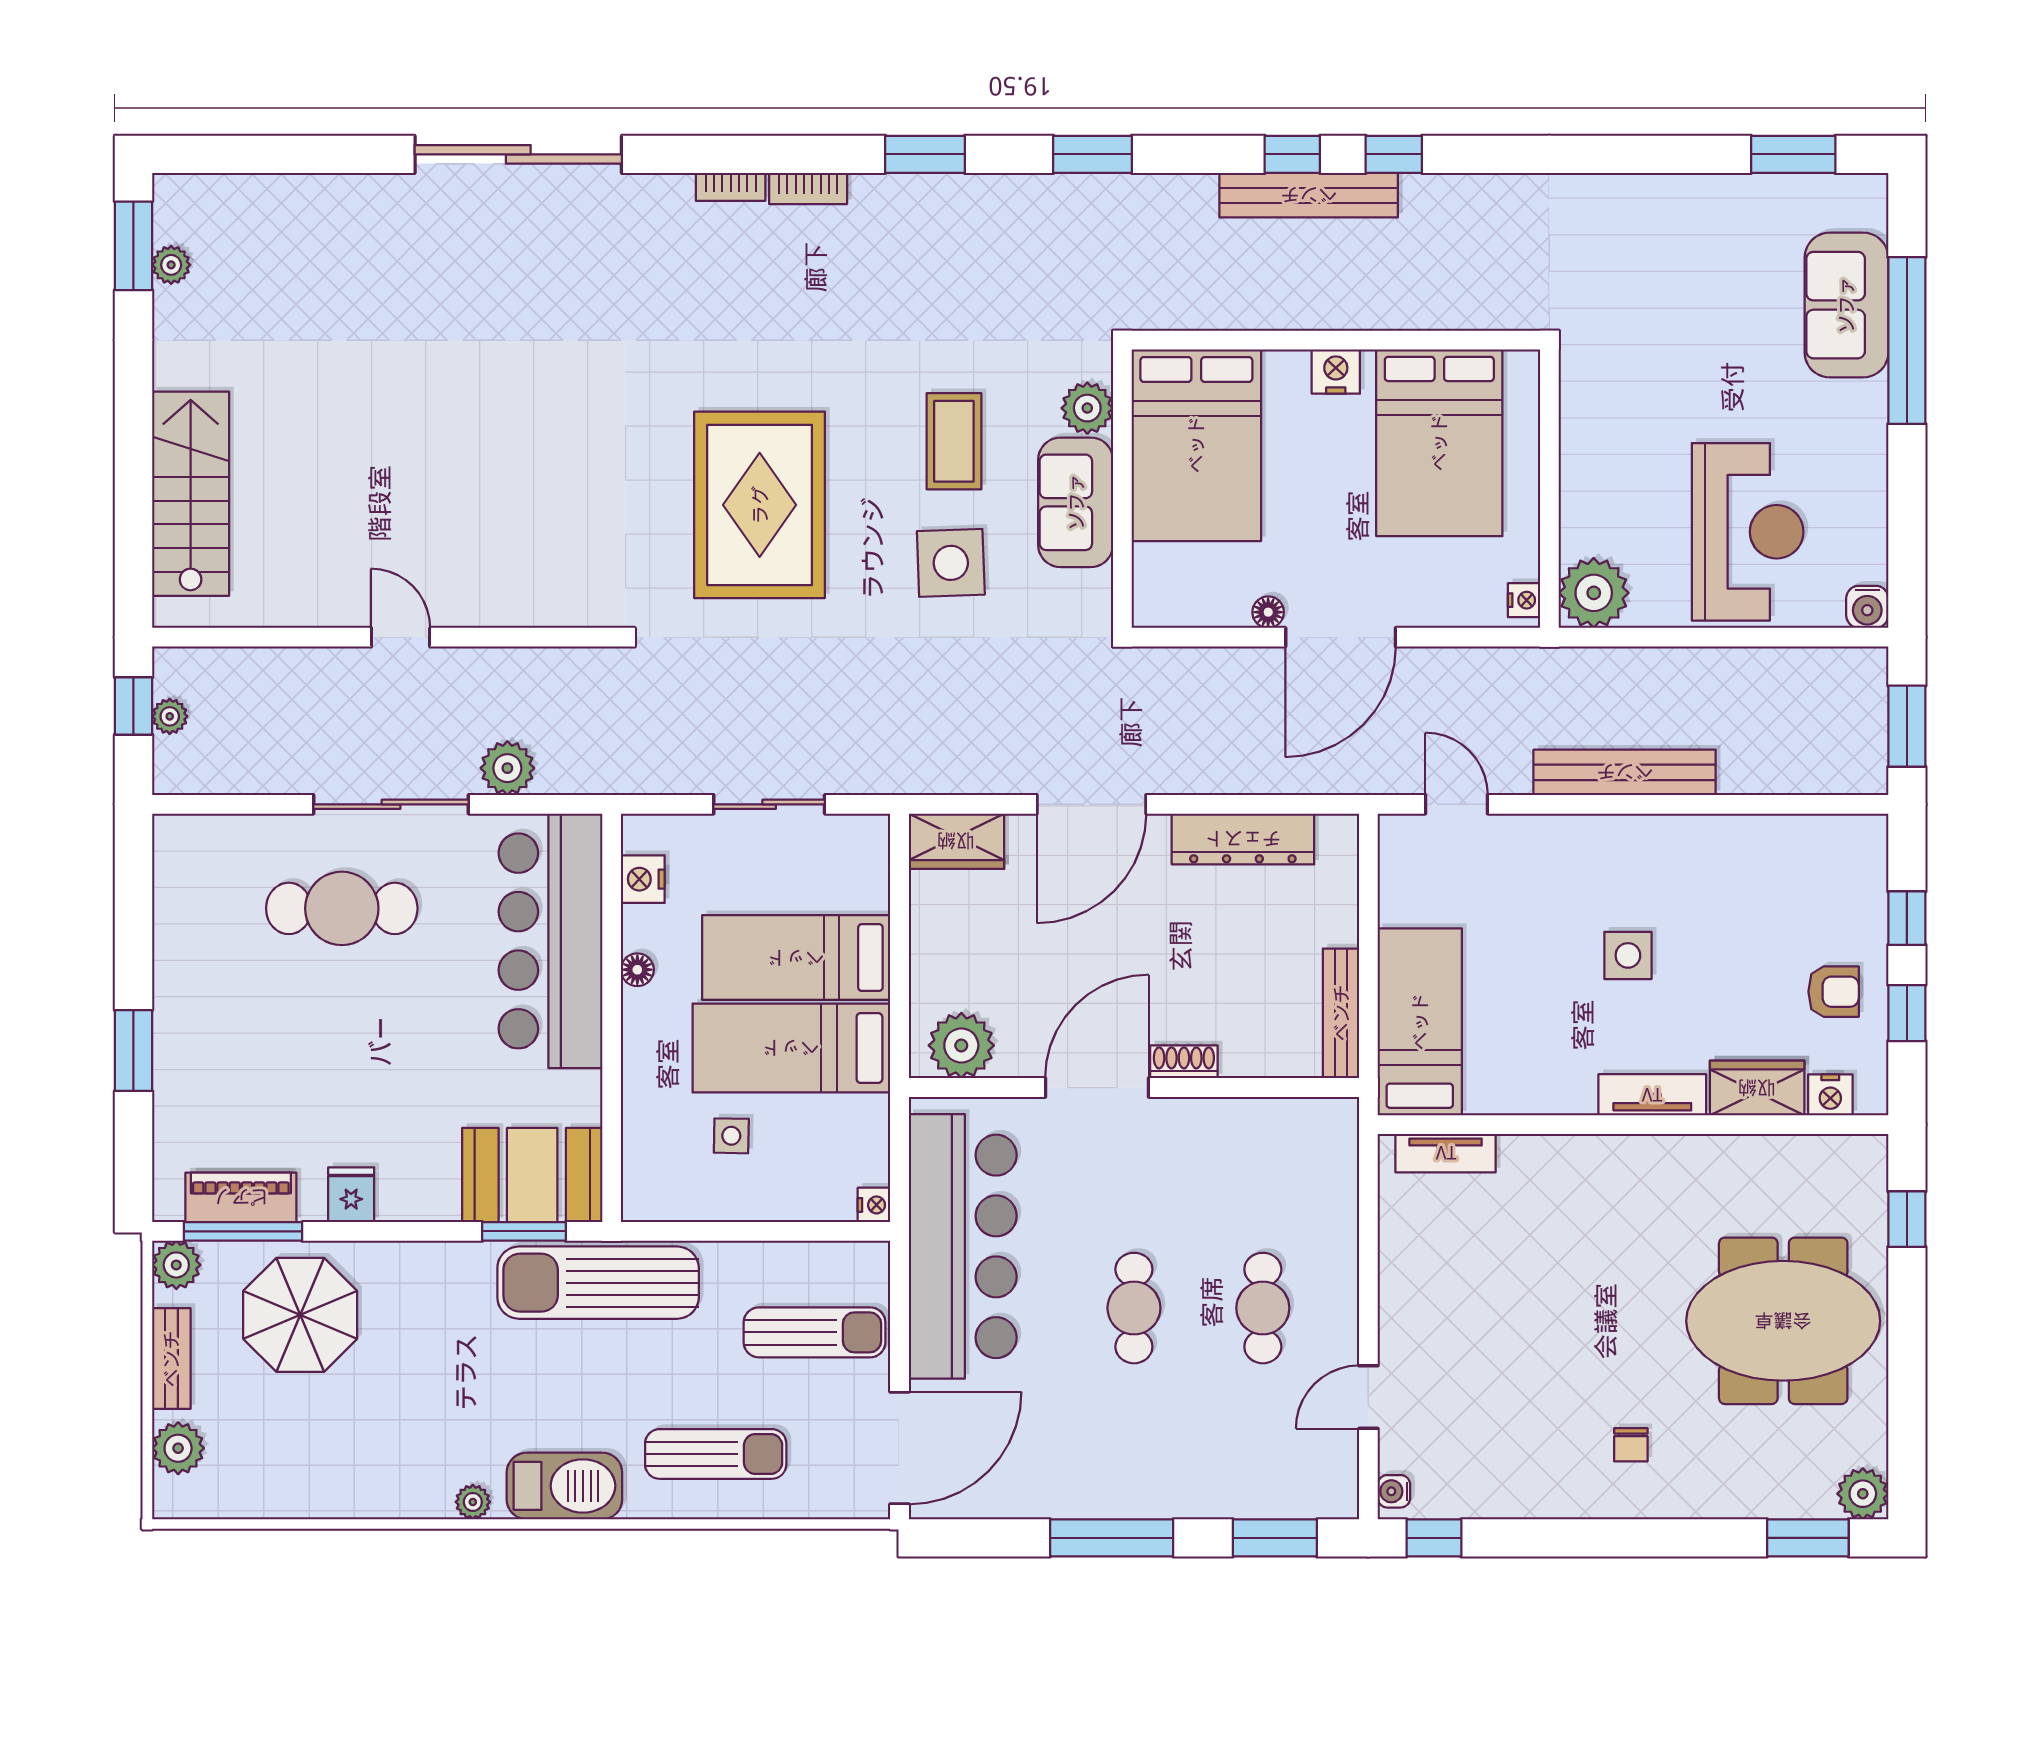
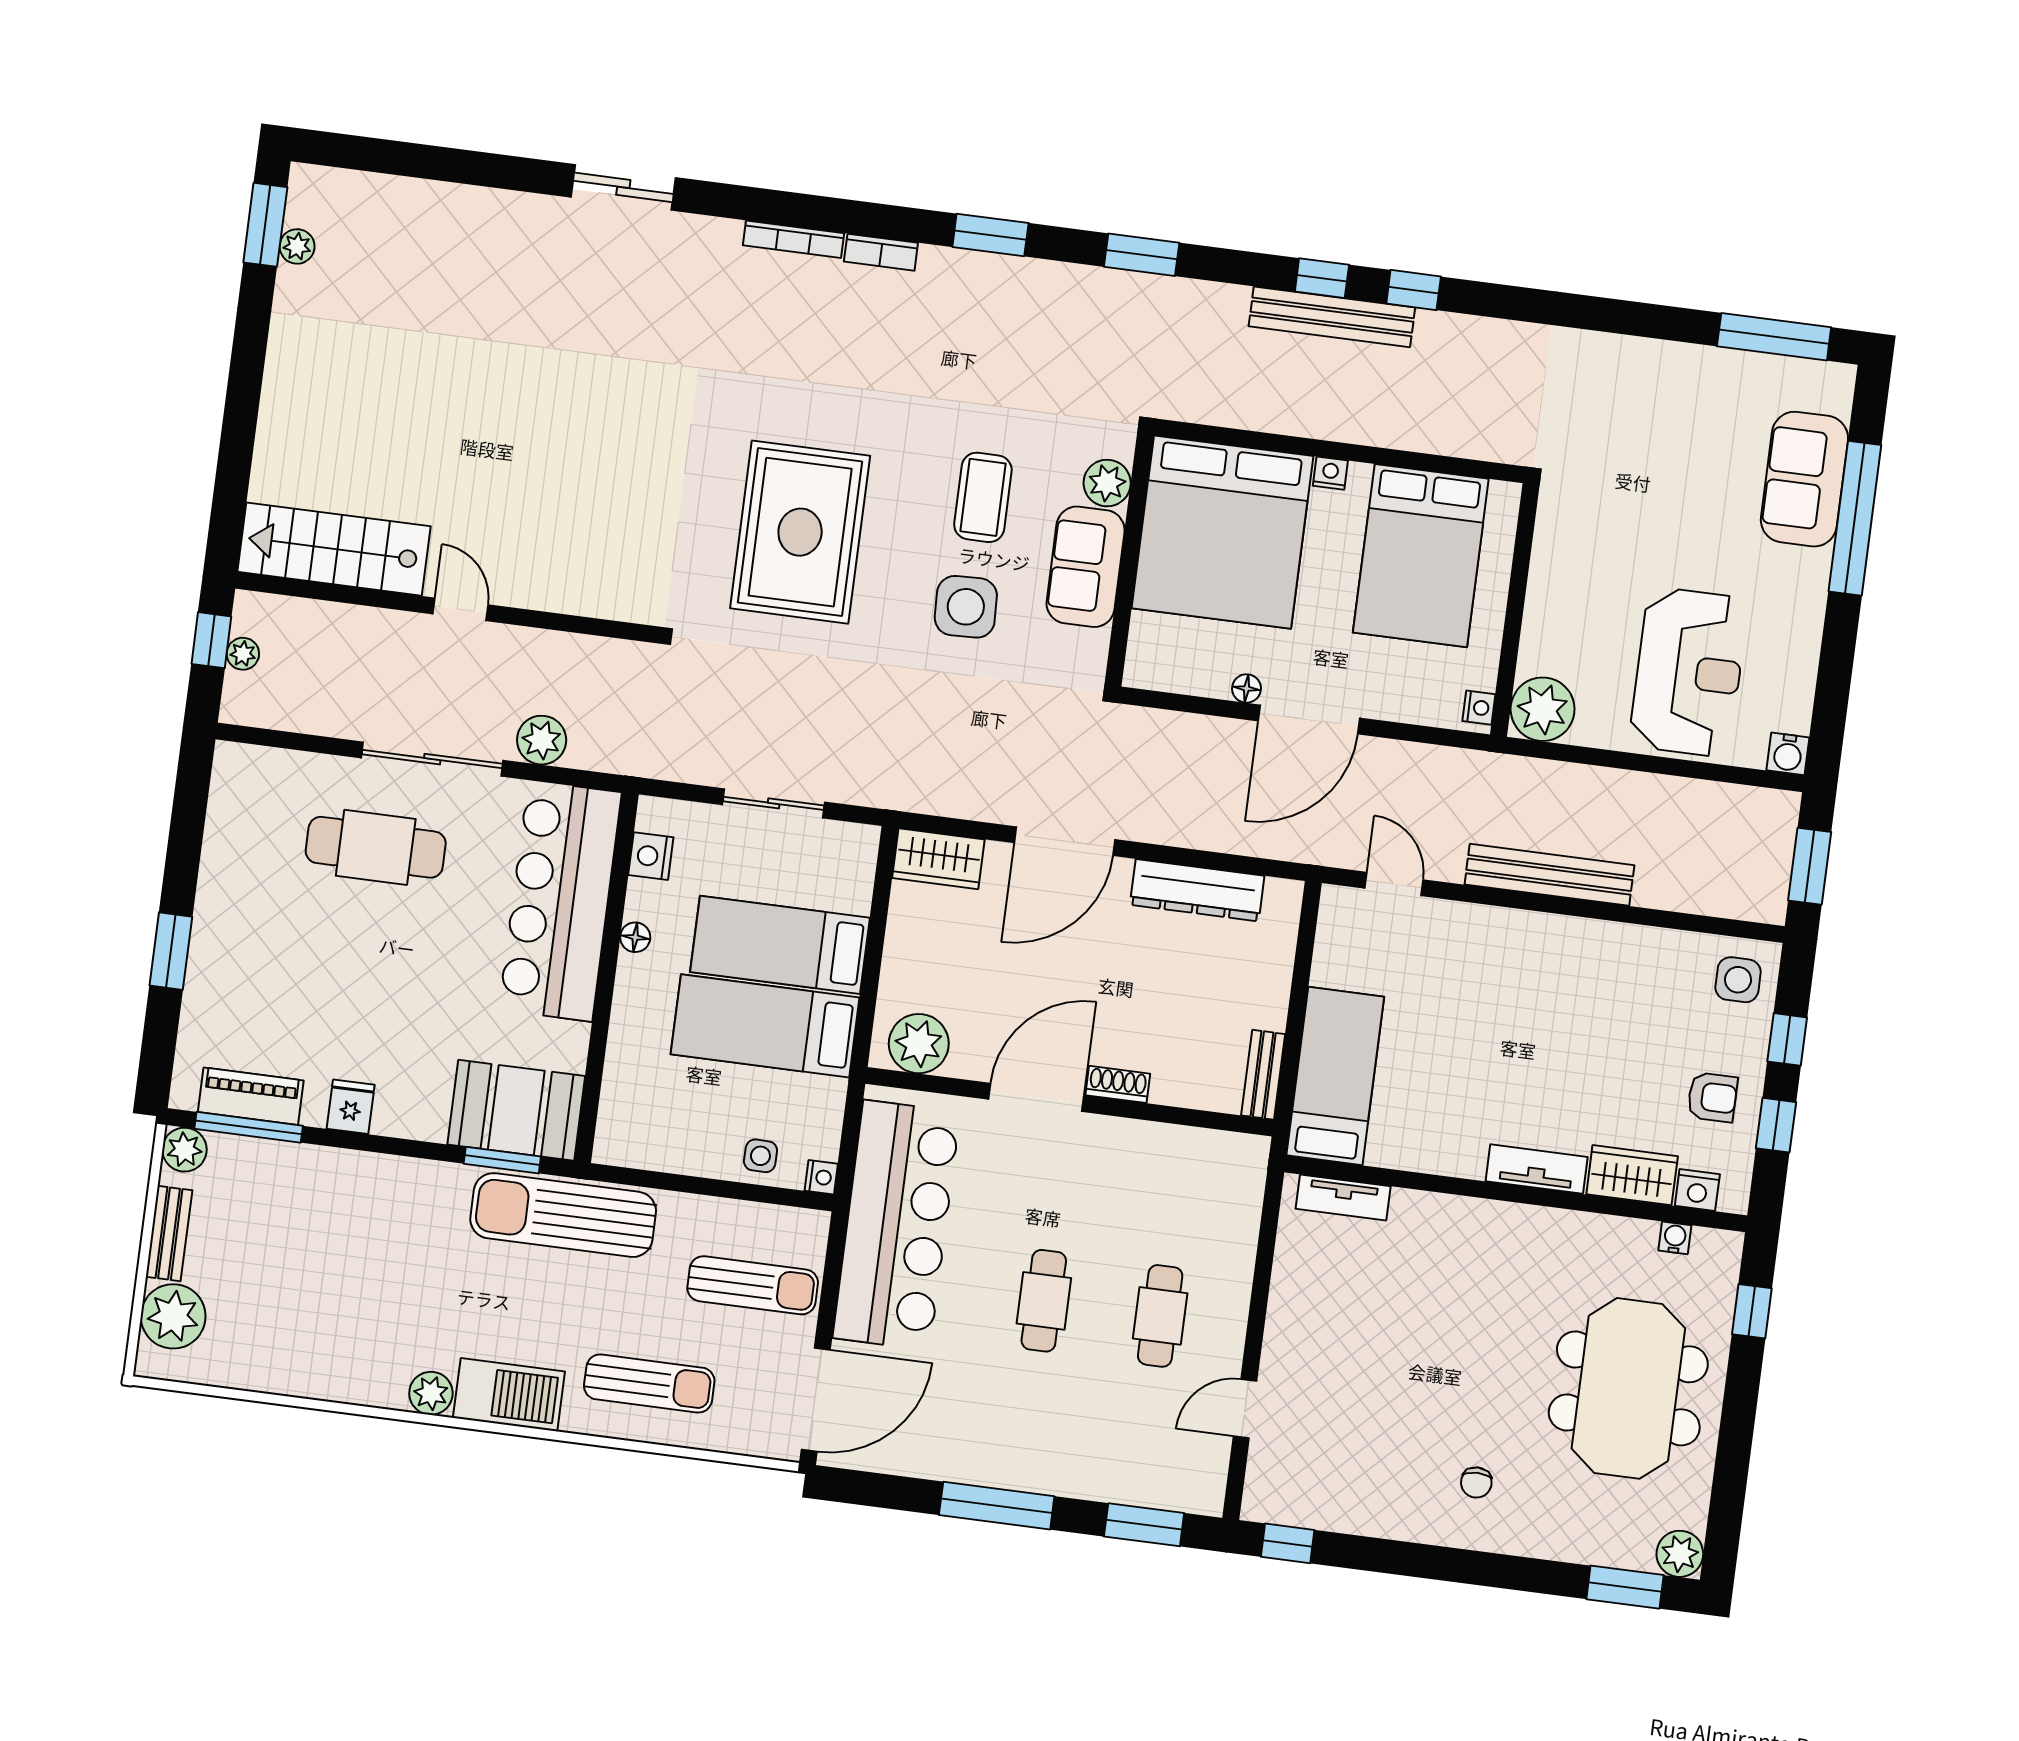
sliding door: (518, 154) -> (623, 187), width x0.54
window: (1793, 154) -> (1774, 337), width x1.44
bookcase: (731, 187) -> (793, 239), width x1.56
nightstand: (1336, 372) -> (1330, 473), width x0.72, depth x0.74
bed: (1196, 445) -> (1222, 532), width x1.36
stairs: (191, 494) -> (334, 549), moved, turned -90
side table: (1628, 955) -> (1738, 980), moved
bench: (1341, 1013) -> (1263, 1075), width x0.73
side table: (731, 1136) -> (760, 1156), moved
parasol: (300, 1315) -> (291, 1209), removed
meeting table: (1783, 1321) -> (1628, 1388), turned 90
plant: (178, 1448) -> (173, 1316), width x1.36, depth x1.36
water cooler: (1394, 1491) -> (1675, 1238), moved, turned 90
plant: (473, 1502) -> (431, 1393), width x1.38, depth x1.38

